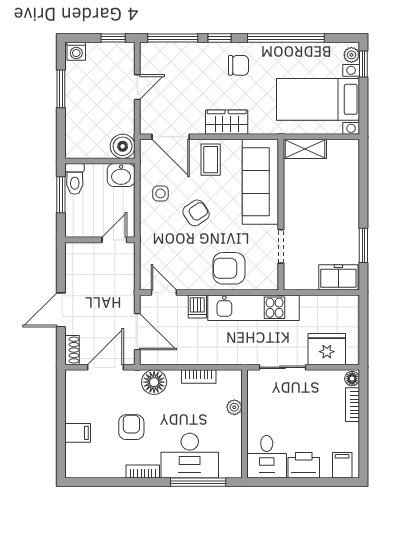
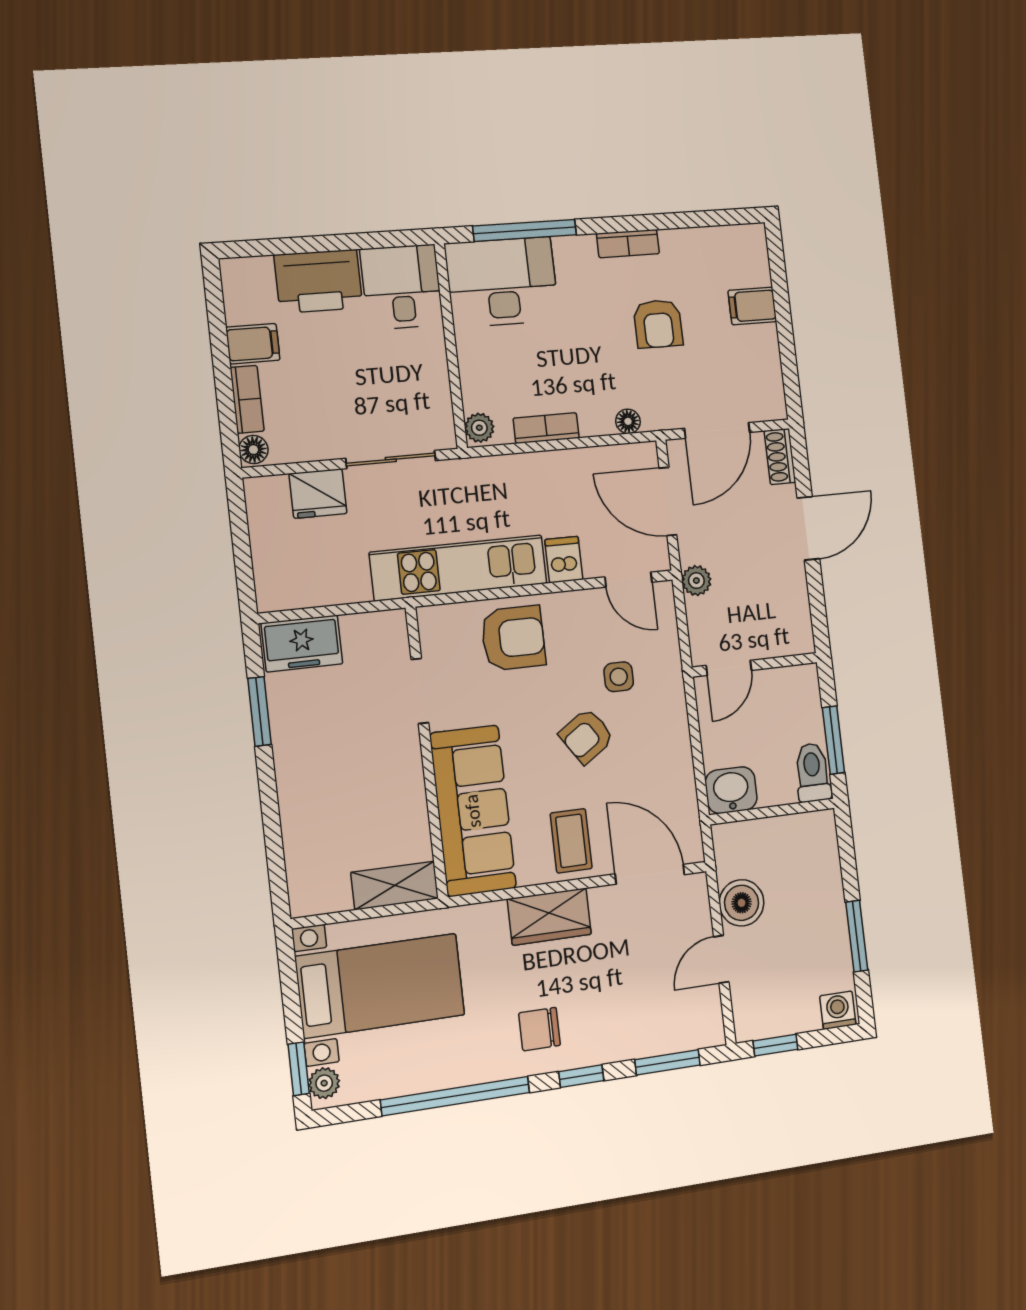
window: (173, 38) -> (668, 1062), width x0.69
boiler: (123, 146) -> (742, 903), moved
side table: (160, 193) -> (619, 677), moved
plant: (127, 288) -> (696, 581), added
fridge: (327, 349) -> (318, 494), width x0.73, depth x0.75
floor lamp: (154, 382) -> (628, 421), width x0.53, depth x0.53
plant: (234, 407) -> (479, 428), moved
desk: (190, 456) -> (502, 282), moved
printer: (304, 465) -> (318, 281), width x1.37, depth x1.19
filing cabinet: (342, 465) -> (253, 344), moved, turned -90

